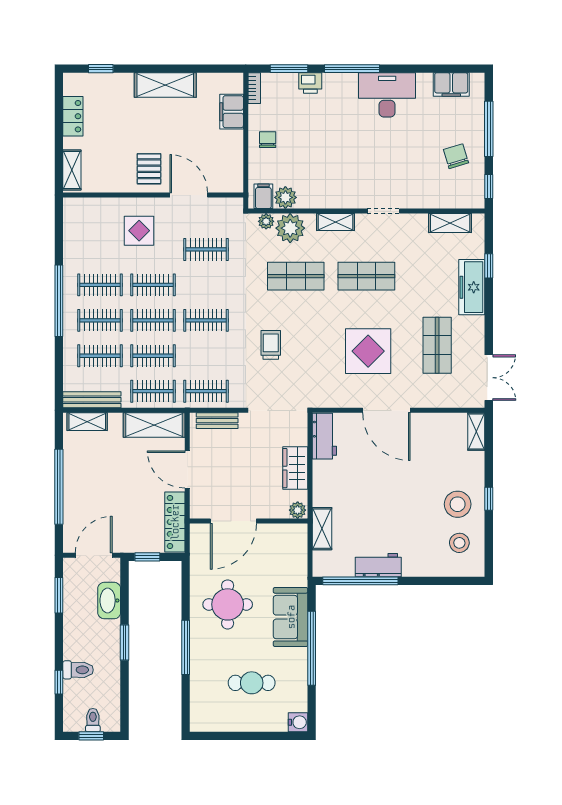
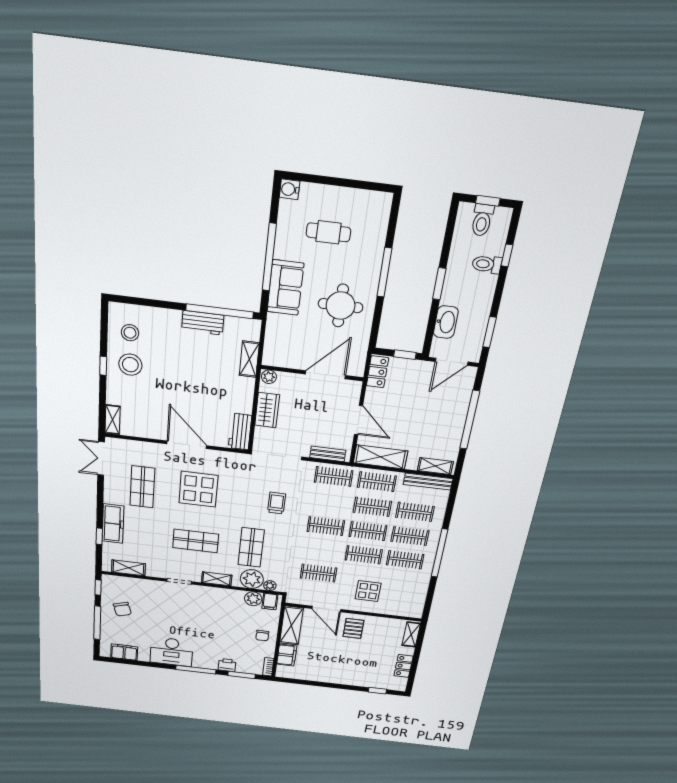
shelving: (165, 85) -> (291, 626), moved, turned 90
shop shelf: (296, 276) -> (251, 547), turned 90
trolley: (271, 345) -> (277, 503), turned 180
locker: (175, 522) -> (377, 372), width x0.66
toilet: (93, 720) -> (482, 220), width x1.37, depth x1.39

